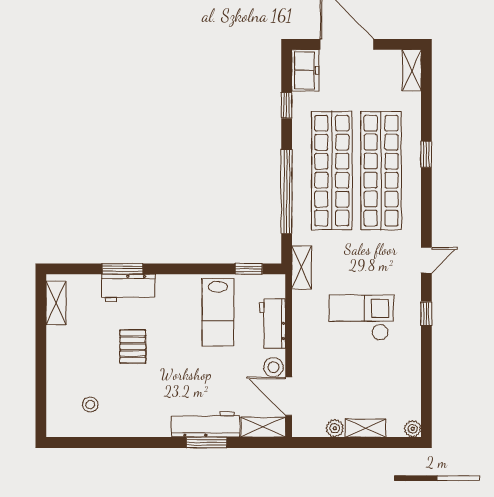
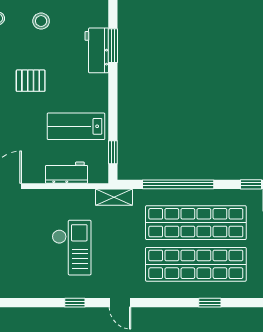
pallet: (133, 347) -> (31, 81), moved
stool: (273, 367) -> (41, 21), moved

